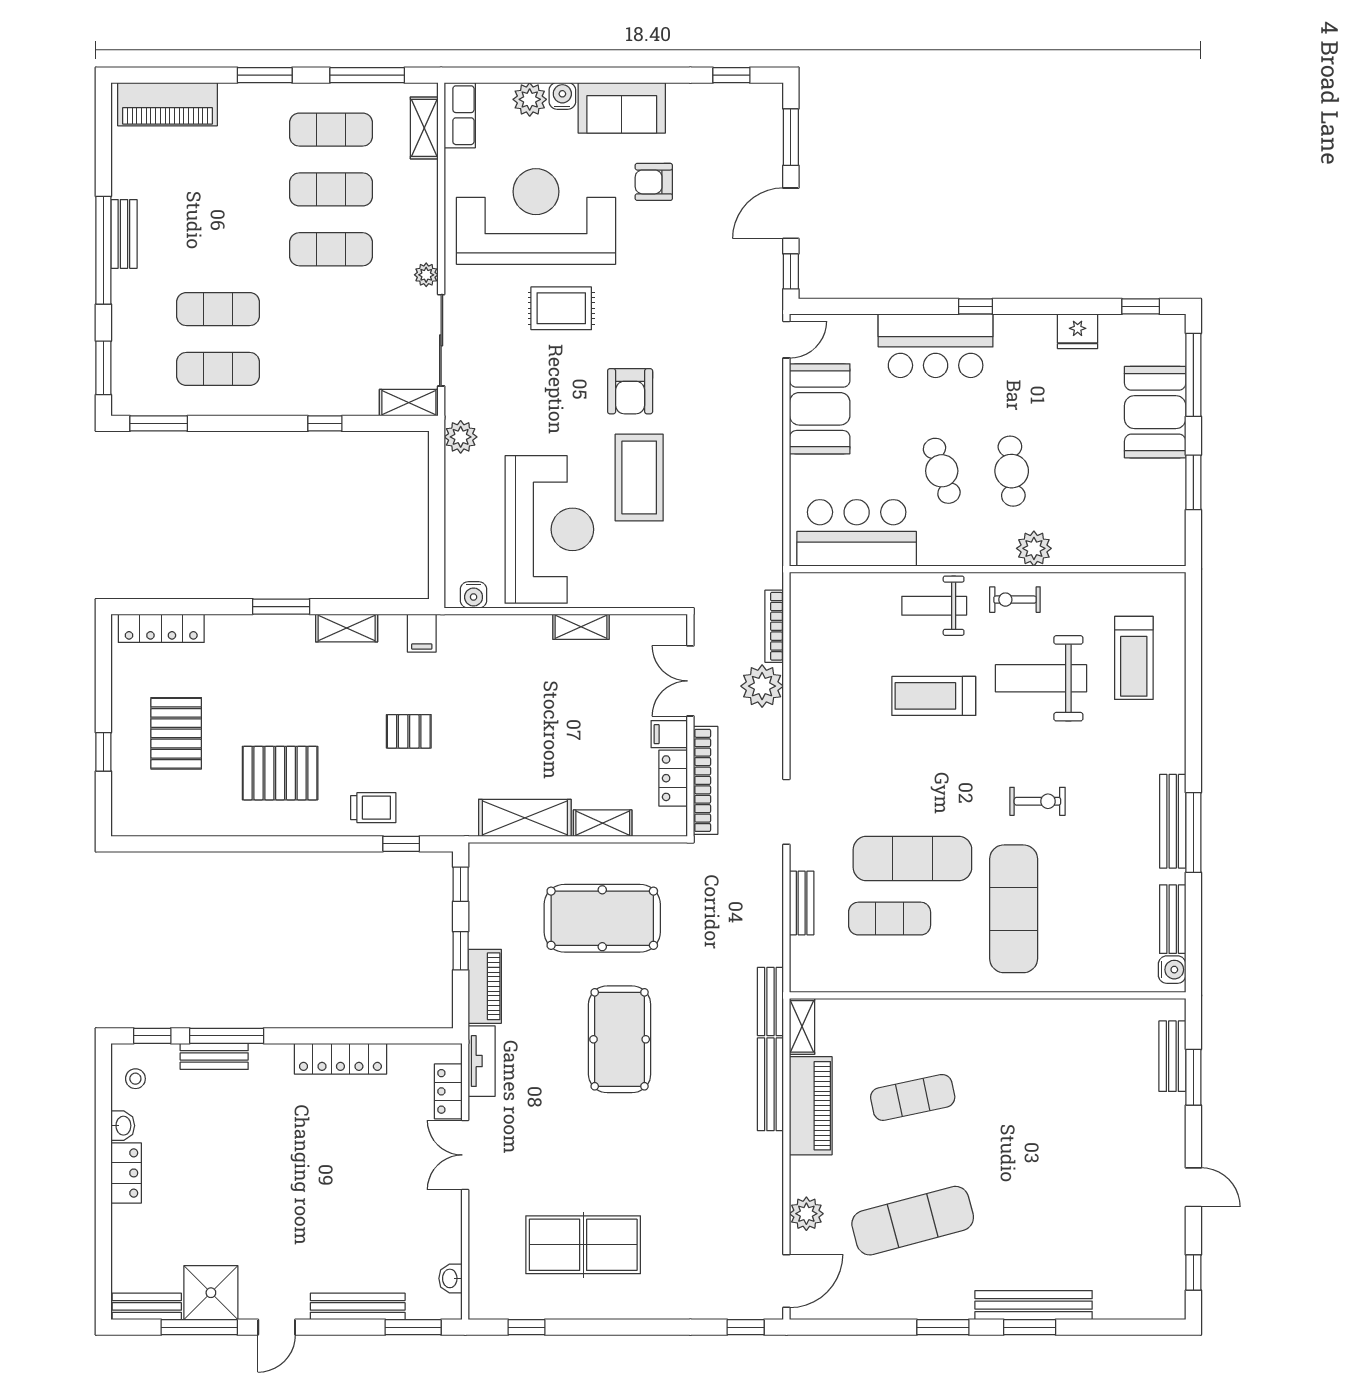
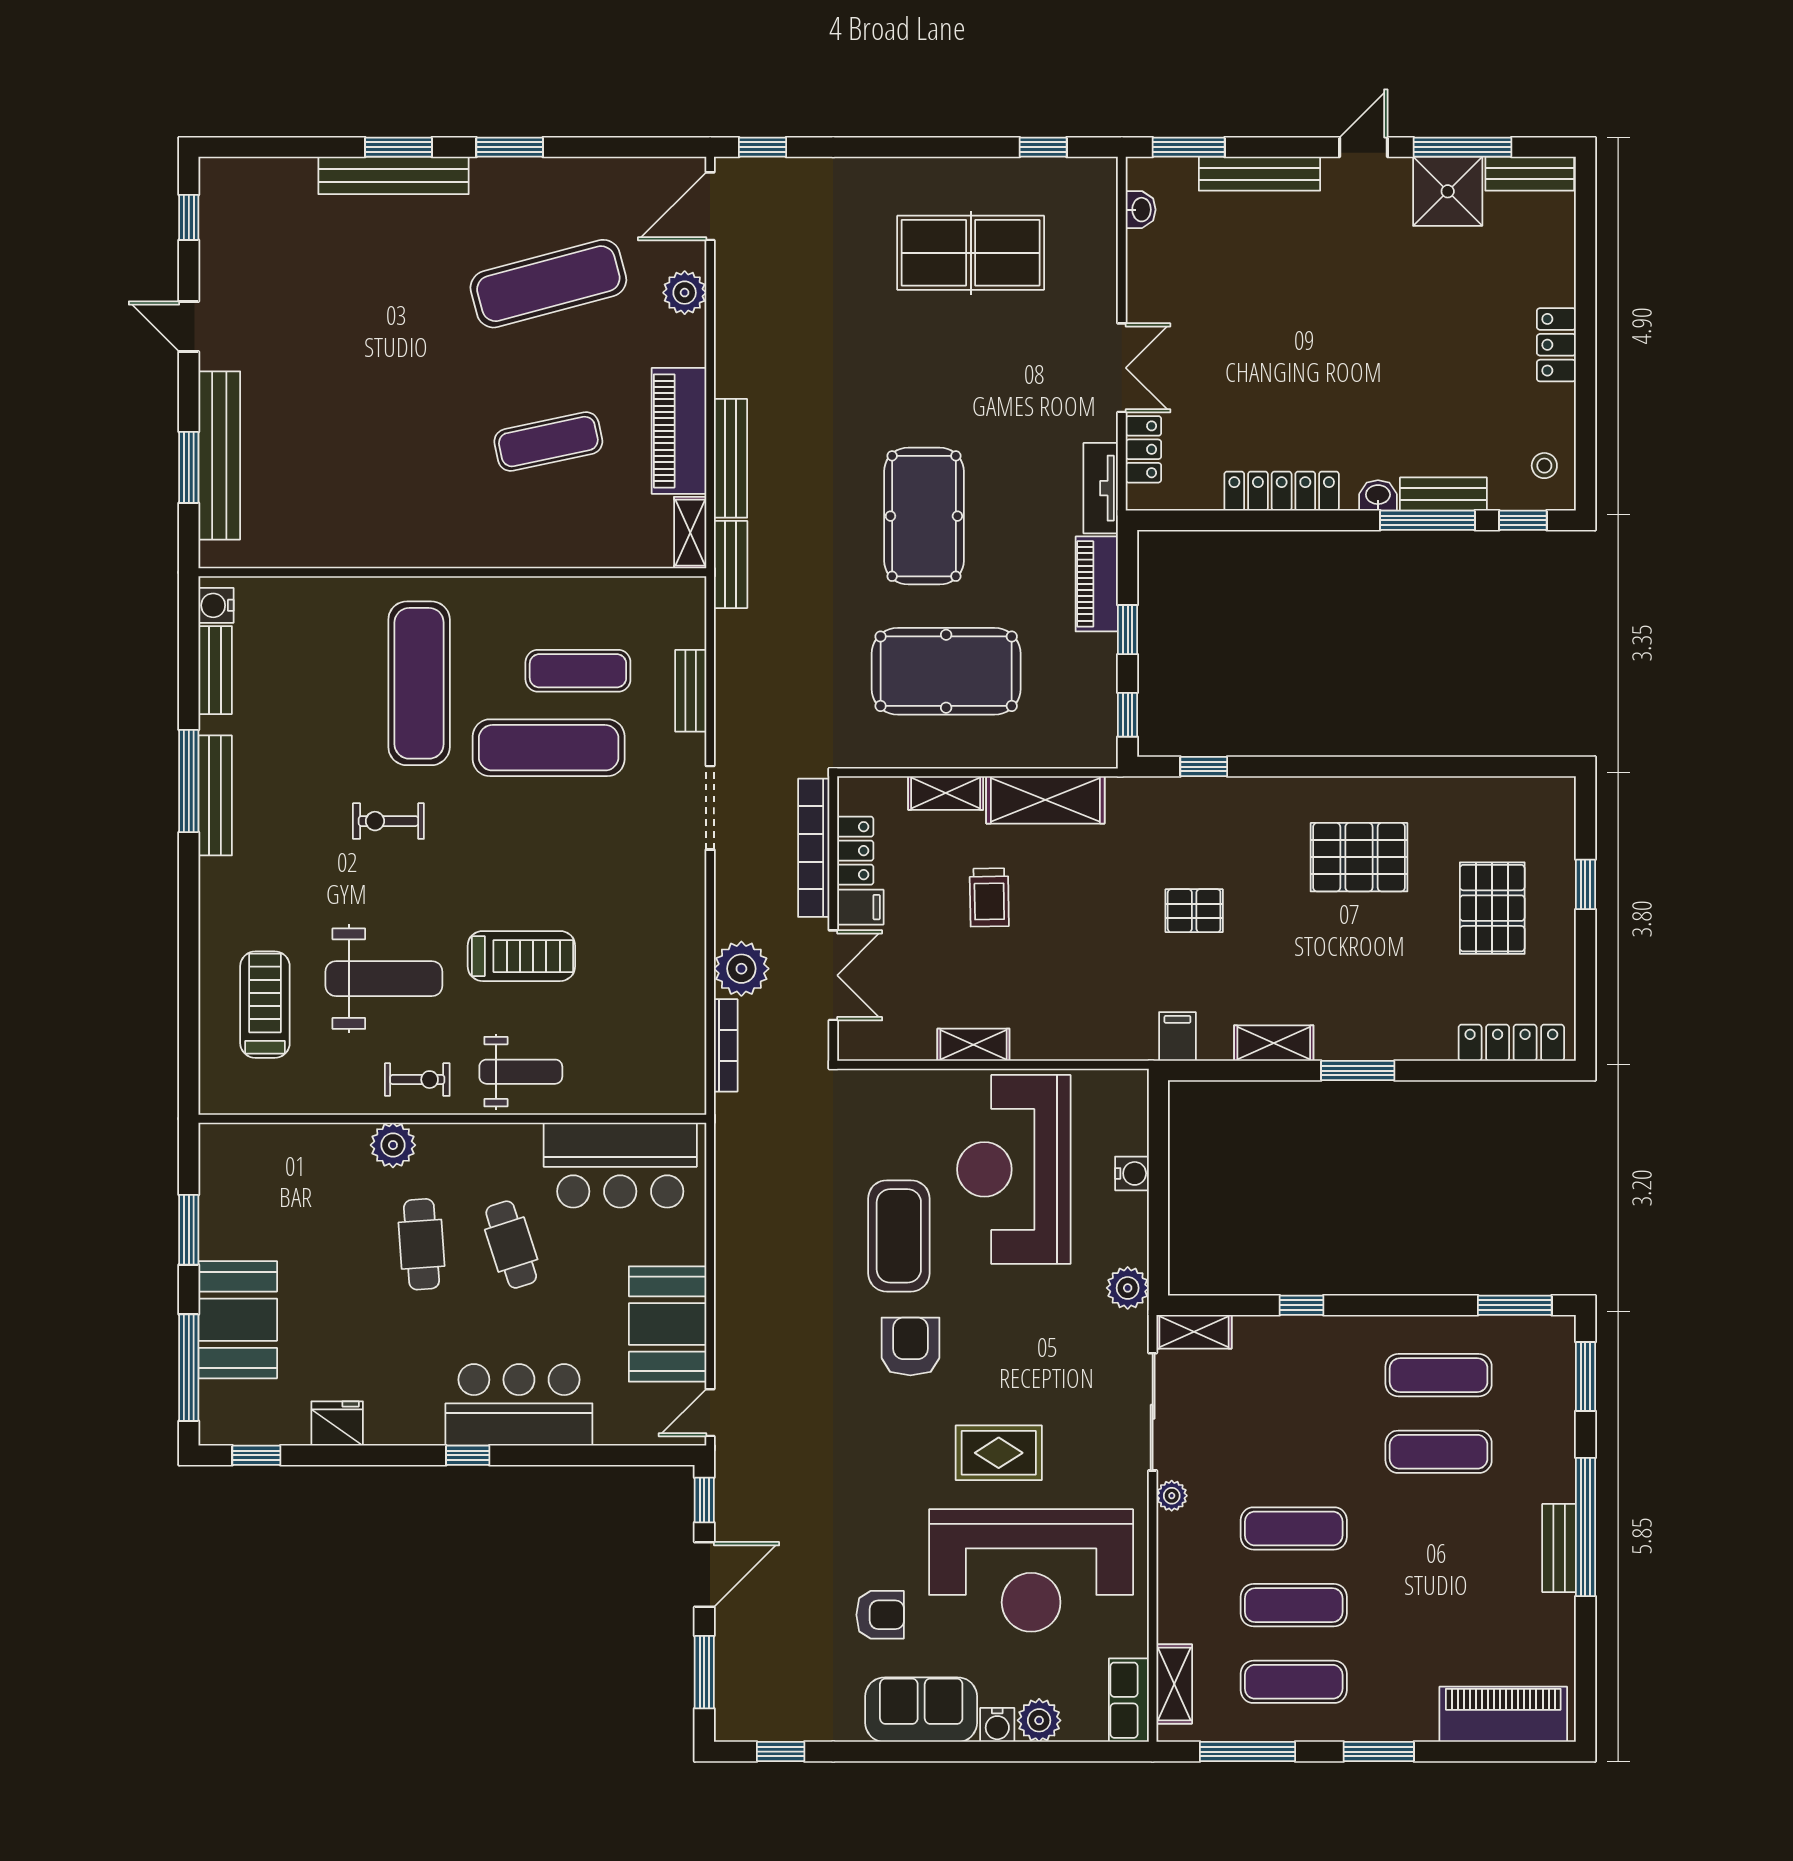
water cooler: (474, 595) -> (1132, 1173), moved, turned 90
trolley: (373, 808) -> (989, 897), moved, turned -91
bench: (1172, 1056) -> (219, 455), width x1.86, depth x1.21
washbasin: (123, 1126) -> (1378, 495), moved, turned 90

